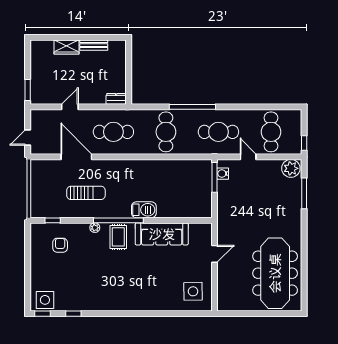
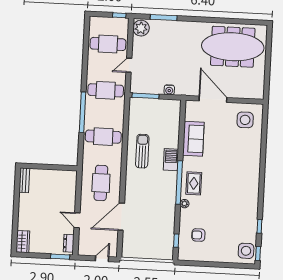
bench: (94, 45) -> (24, 180), moved
wardrobe: (66, 47) -> (23, 242), moved
dresser: (116, 99) -> (69, 243), moved
cafe table: (218, 132) -> (106, 90), turned 90
door: (28, 137) -> (102, 259), swing flipped
water cooler: (223, 174) -> (169, 90), moved
sun lounger: (86, 193) -> (142, 151), moved
sofa: (162, 234) -> (193, 139), width x0.73
rug: (118, 237) -> (194, 183), turned 90
door: (214, 254) -> (213, 99), width x1.87

